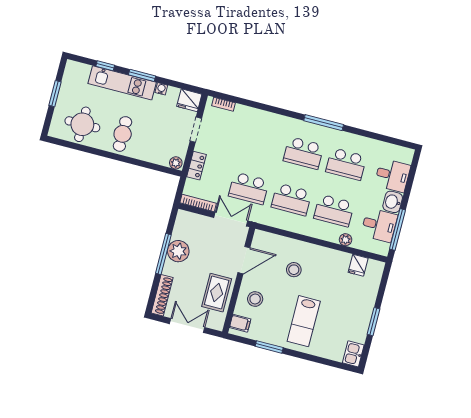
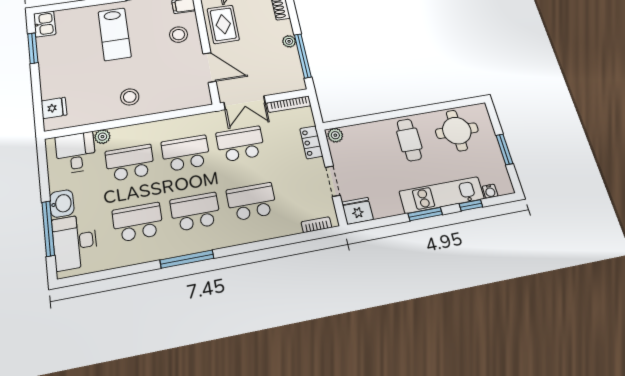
water cooler: (161, 89) -> (490, 191), moved
school desk: (261, 142) -> (252, 202), added
desk: (392, 175) -> (75, 242), width x1.37
desk: (379, 225) -> (76, 153), moved, turned 90
window: (397, 229) -> (48, 229), moved
plant: (178, 251) -> (289, 41), width x0.53, depth x0.53
window: (163, 254) -> (303, 56), moved
door: (244, 260) -> (209, 67), swing flipped
fridge: (358, 265) -> (54, 108), moved, turned 90
stool: (294, 270) -> (130, 97), moved
lab bench: (304, 321) -> (115, 34), turned 180
window: (373, 322) -> (33, 48), moved

